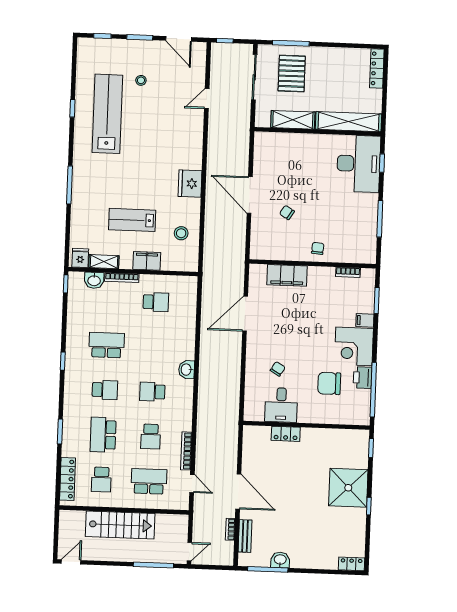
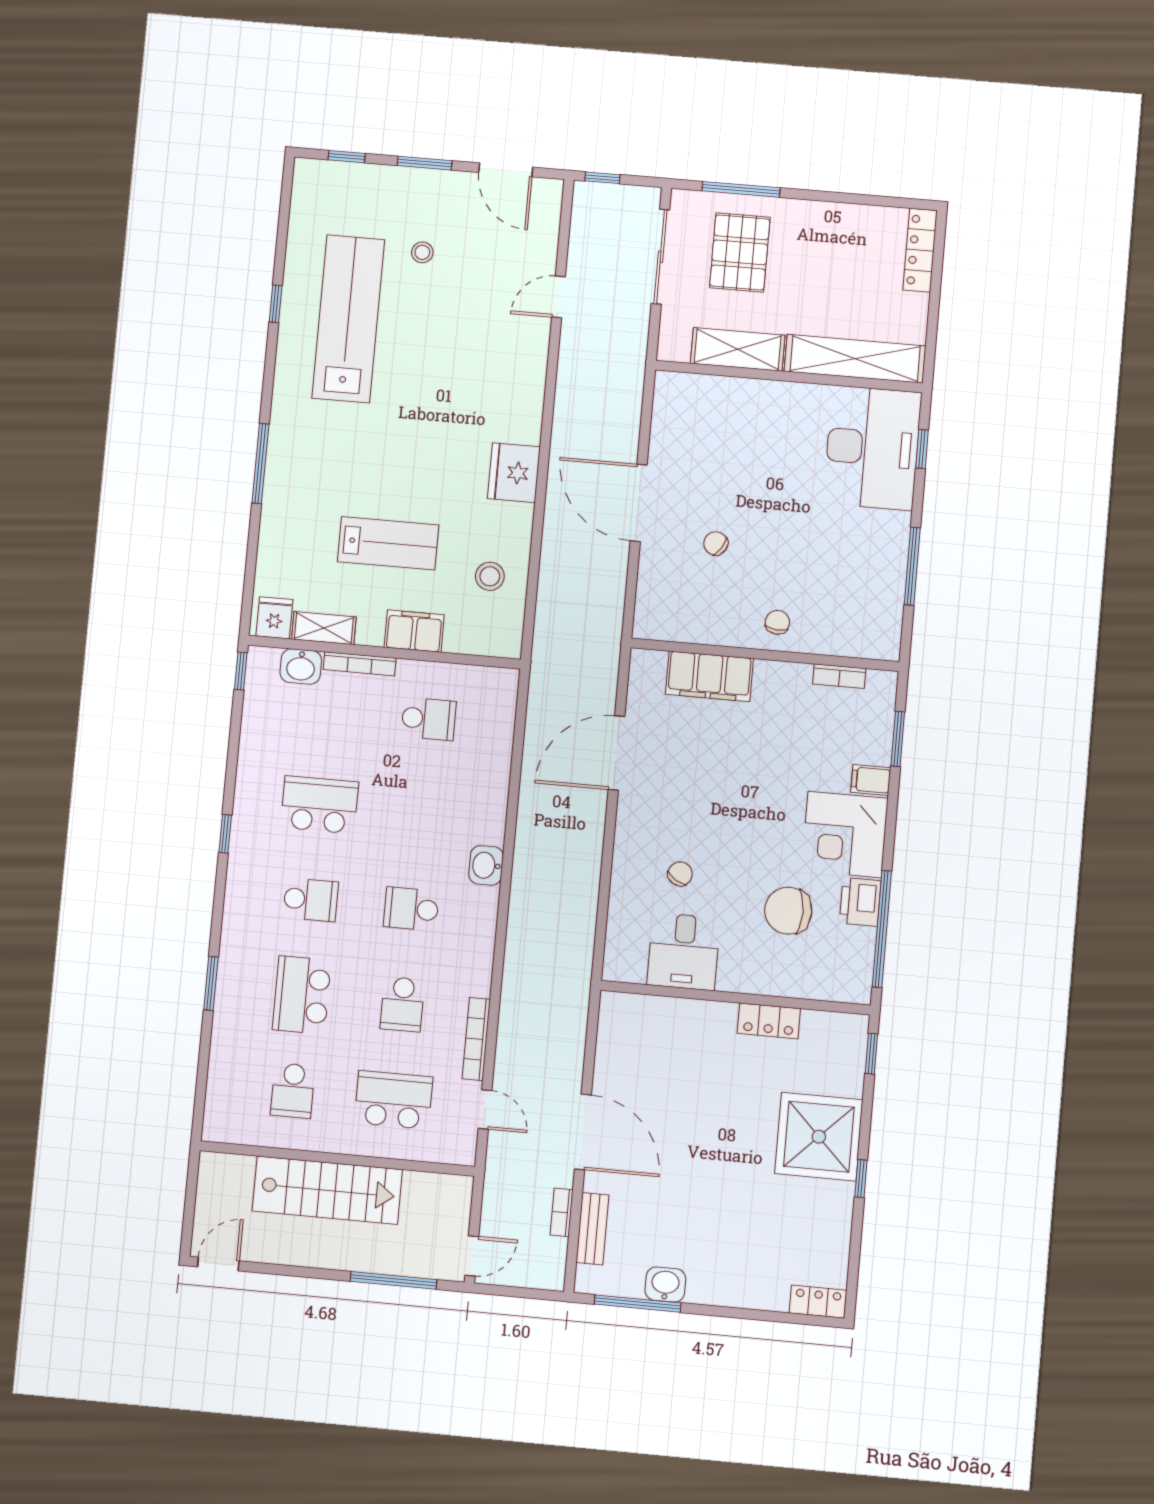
lab bench: (132, 220) -> (388, 543), turned 180
locker: (286, 434) -> (769, 1021), moved
locker: (68, 479) -> (221, 1086), removed

